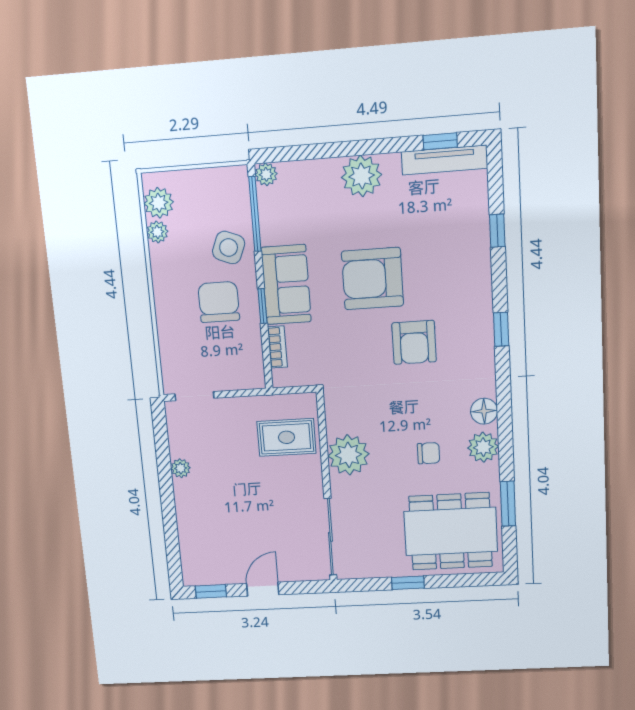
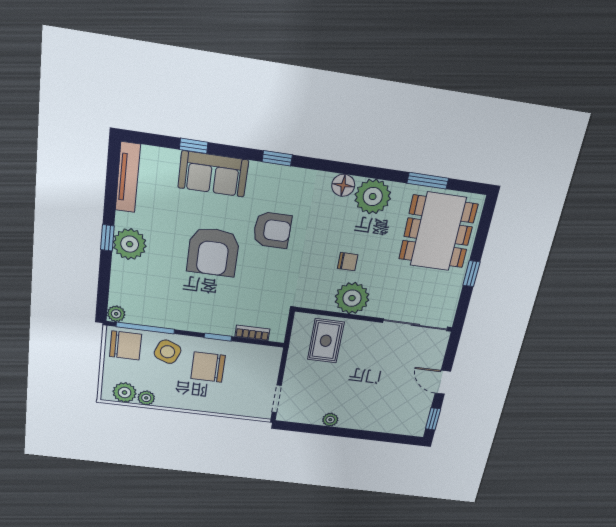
window: (440, 141) -> (107, 238), moved
chair: (225, 193) -> (126, 345), added
sofa: (286, 285) -> (213, 174), moved, turned 180
plant: (483, 447) -> (373, 197), width x1.36, depth x1.36
chair: (429, 453) -> (348, 262), moved, turned 90

